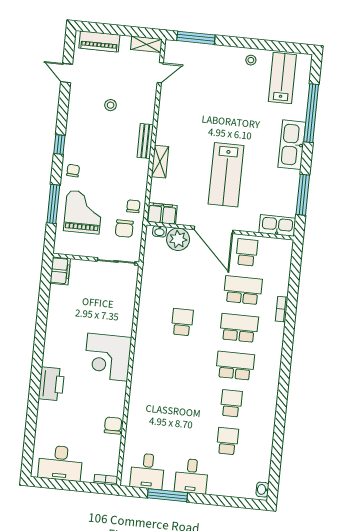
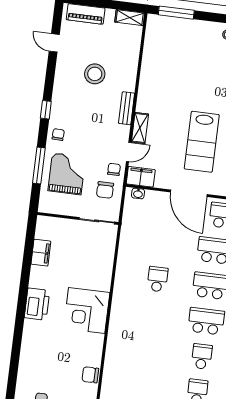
door: (160, 73) -> (129, 152), moved
stool: (111, 105) -> (95, 74), width x1.89, depth x1.89
plant: (178, 239) -> (155, 201), removed
filing cabinet: (60, 271) -> (41, 253), moved
printer: (51, 384) -> (37, 304), moved
chair: (113, 426) -> (90, 375), turned -90

